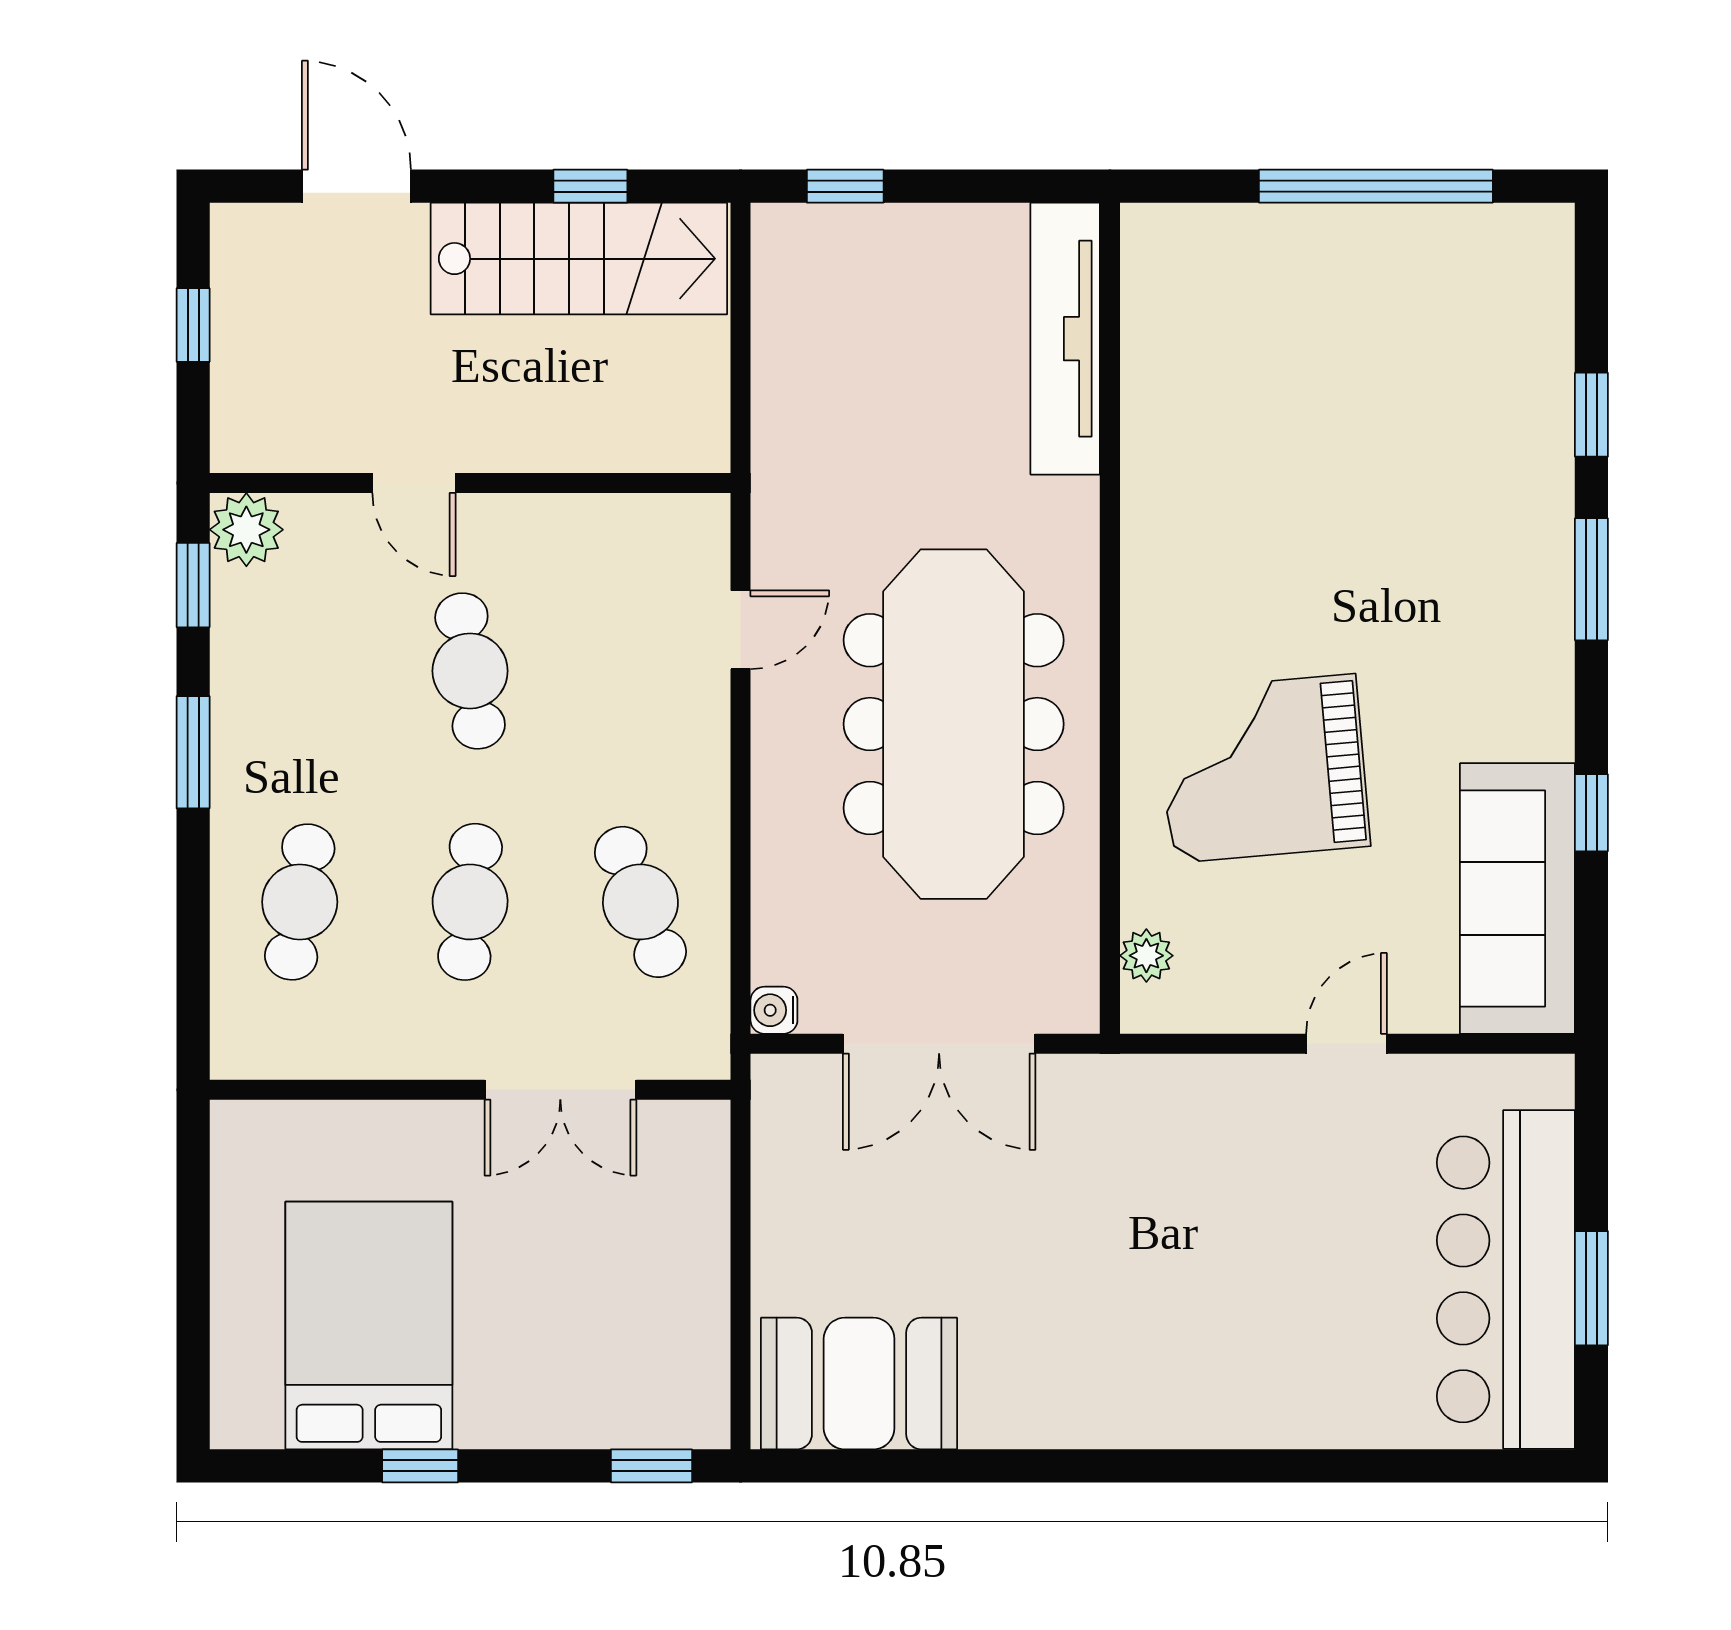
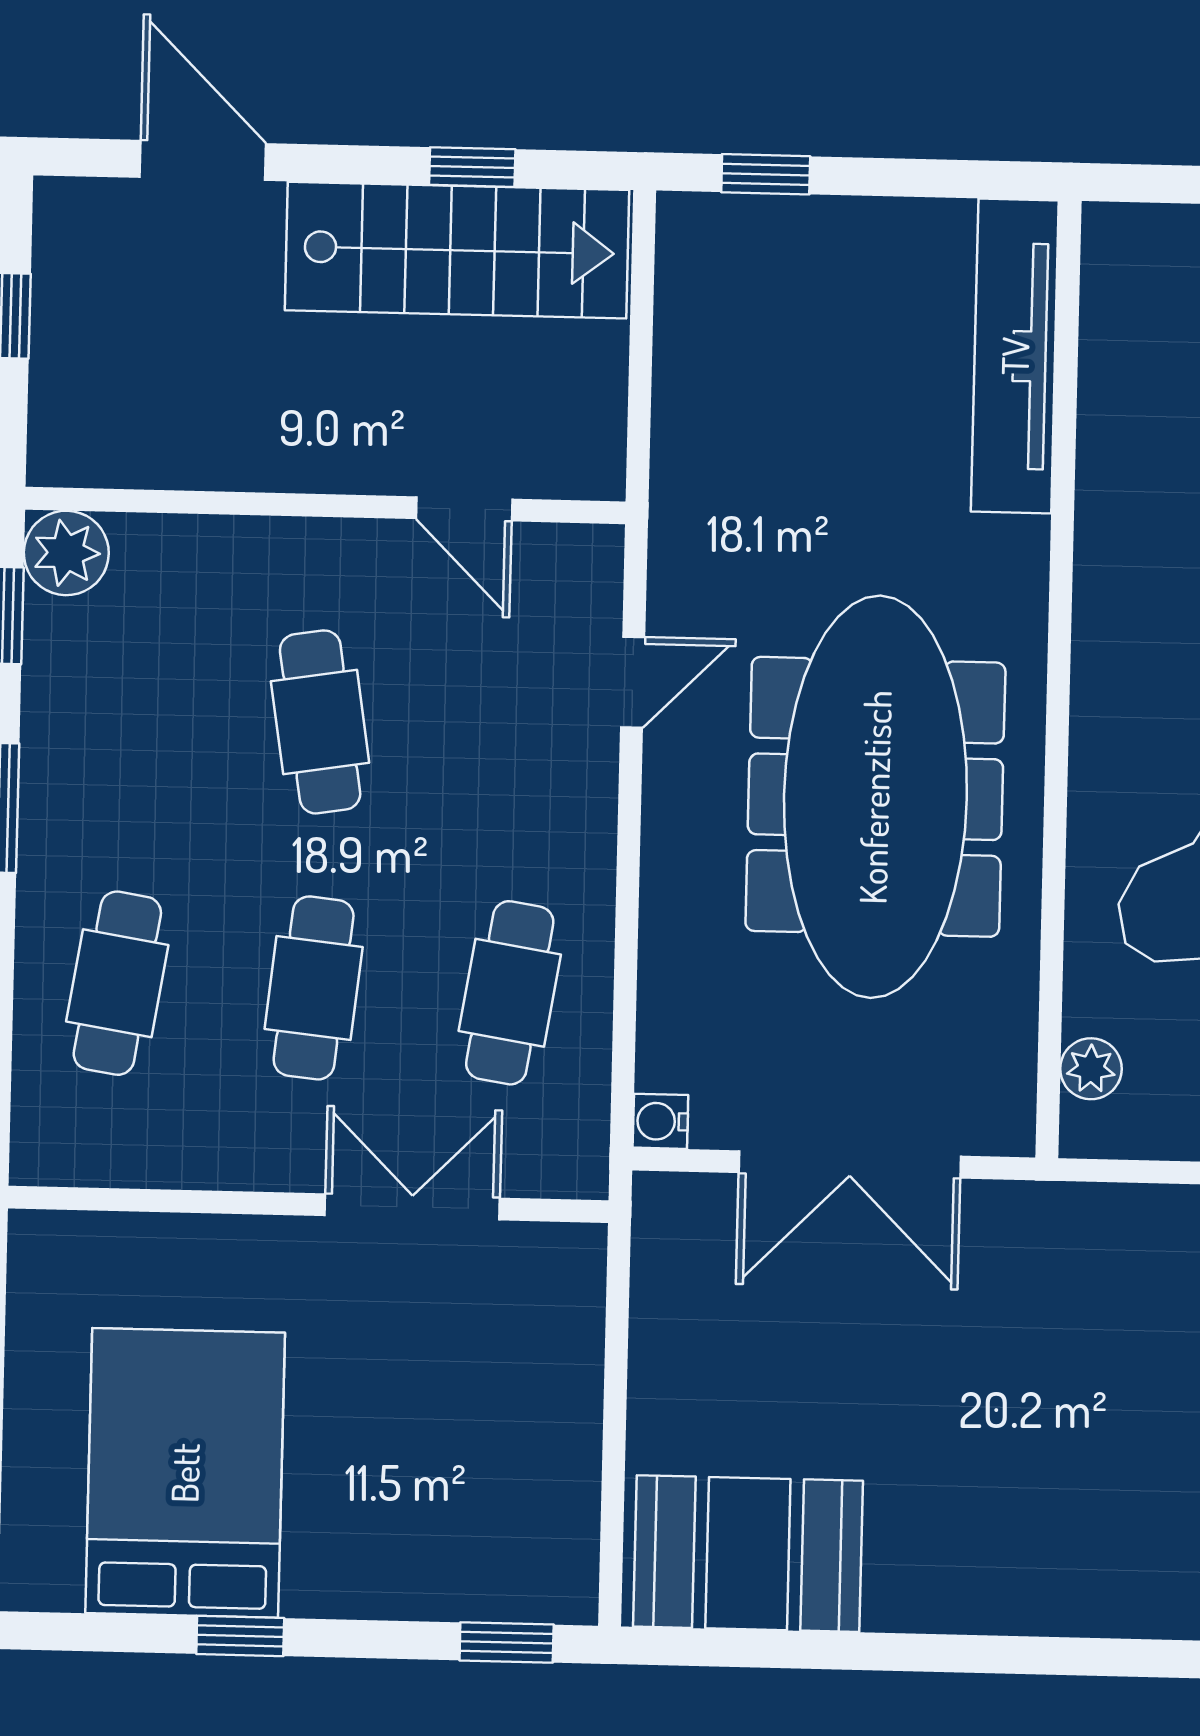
door: (414, 483) -> (464, 509), moved
cafe table: (640, 902) -> (510, 993), turned 30
double door: (560, 1090) -> (412, 1207), swing flipped

